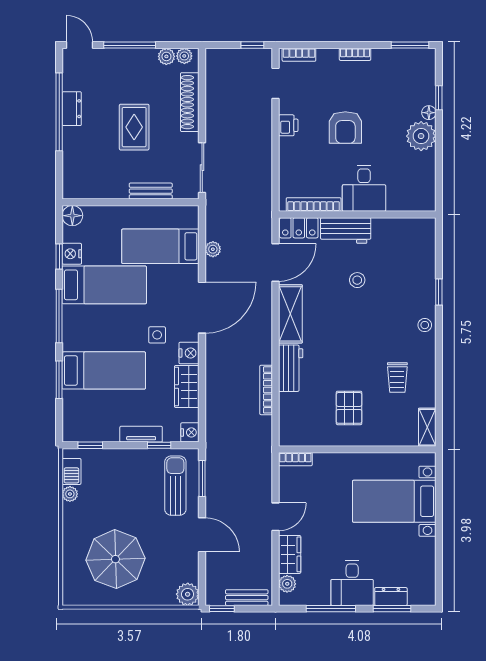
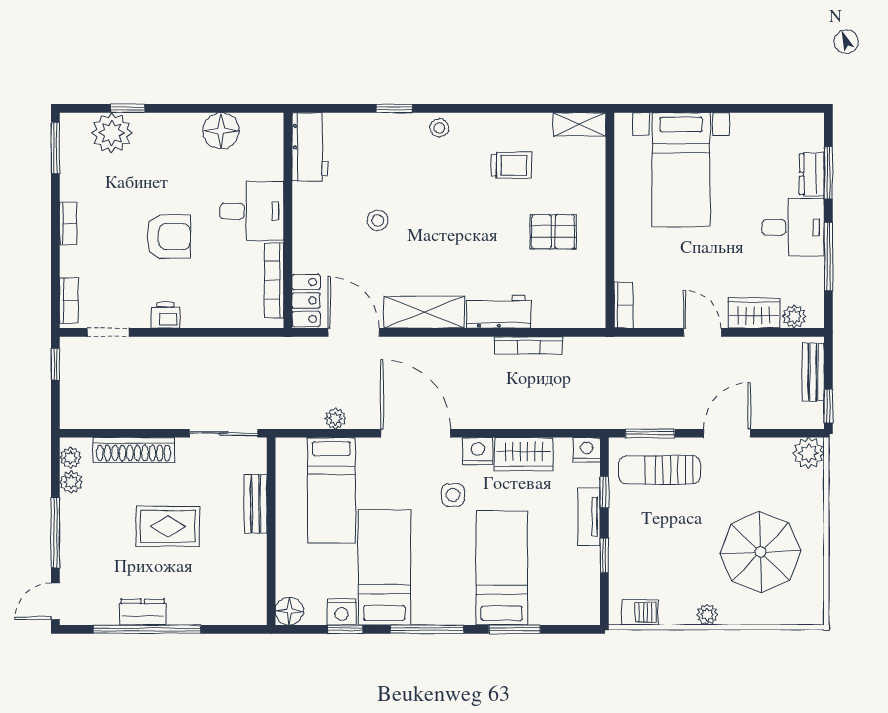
floor lamp: (429, 113) -> (221, 131), moved, width x1.89, depth x1.89
plant: (421, 136) -> (112, 133), moved
workbench: (346, 231) -> (310, 147), moved
window: (90, 445) -> (604, 555), moved
plant: (70, 494) -> (707, 614), moved

